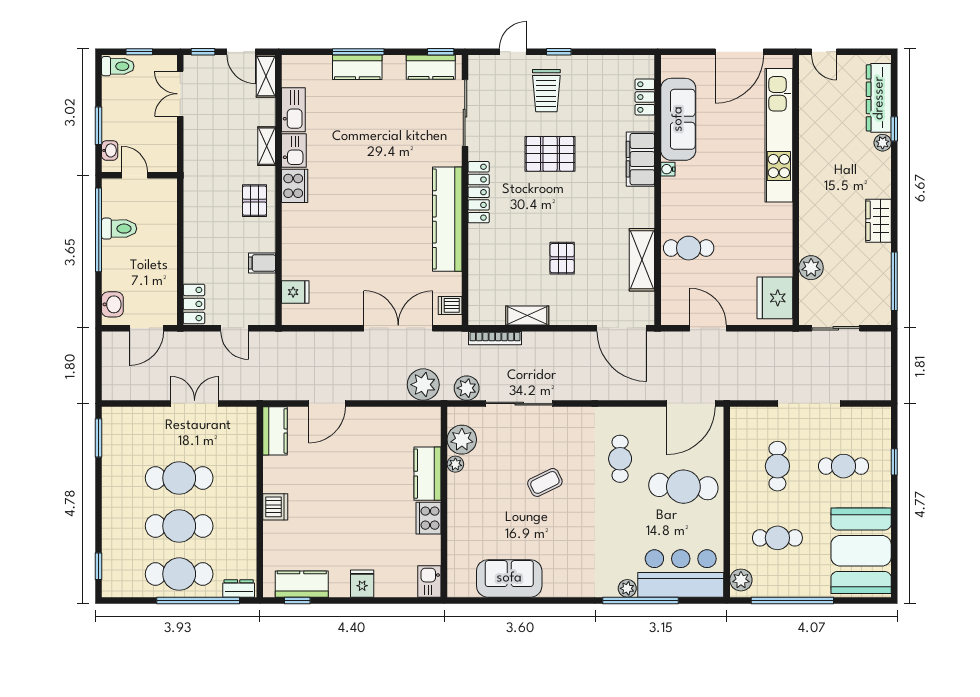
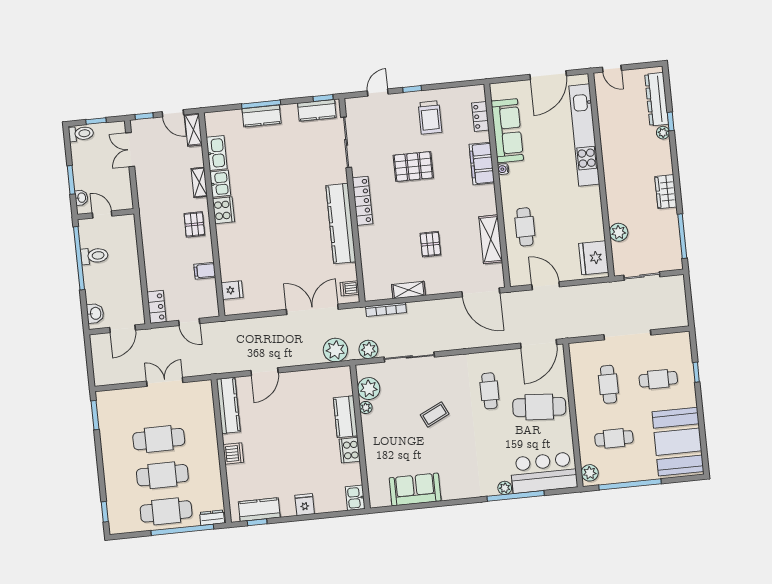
trolley: (546, 91) -> (430, 117), moved
cafe table: (689, 248) -> (525, 227), turned 90
kitchen counter: (275, 431) -> (228, 405), width x1.50

